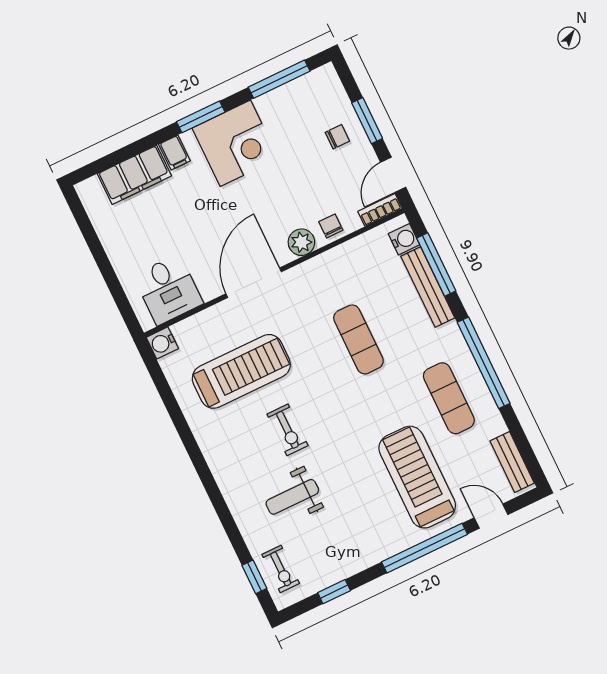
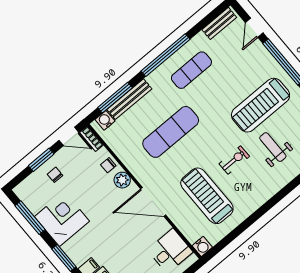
corner desk: (235, 143) -> (62, 219), moved
exercise mat: (358, 339) -> (171, 132), width x1.36, depth x1.45
treadmill: (417, 477) -> (261, 105), moved
weight bench: (292, 497) -> (273, 147), turned 180

